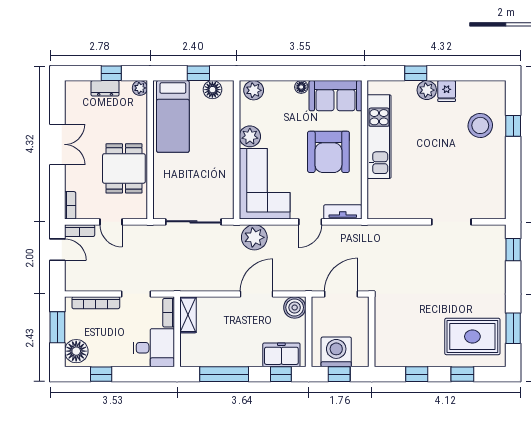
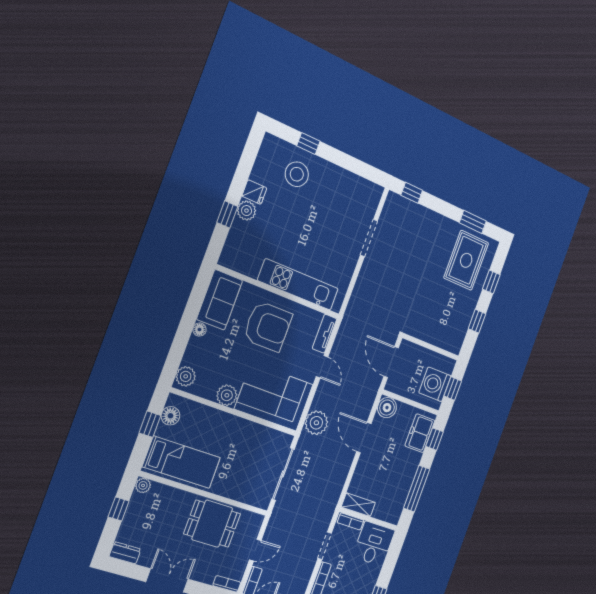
dresser: (105, 88) -> (125, 553), moved, turned -90
kitchen unit: (379, 137) -> (298, 285), moved

